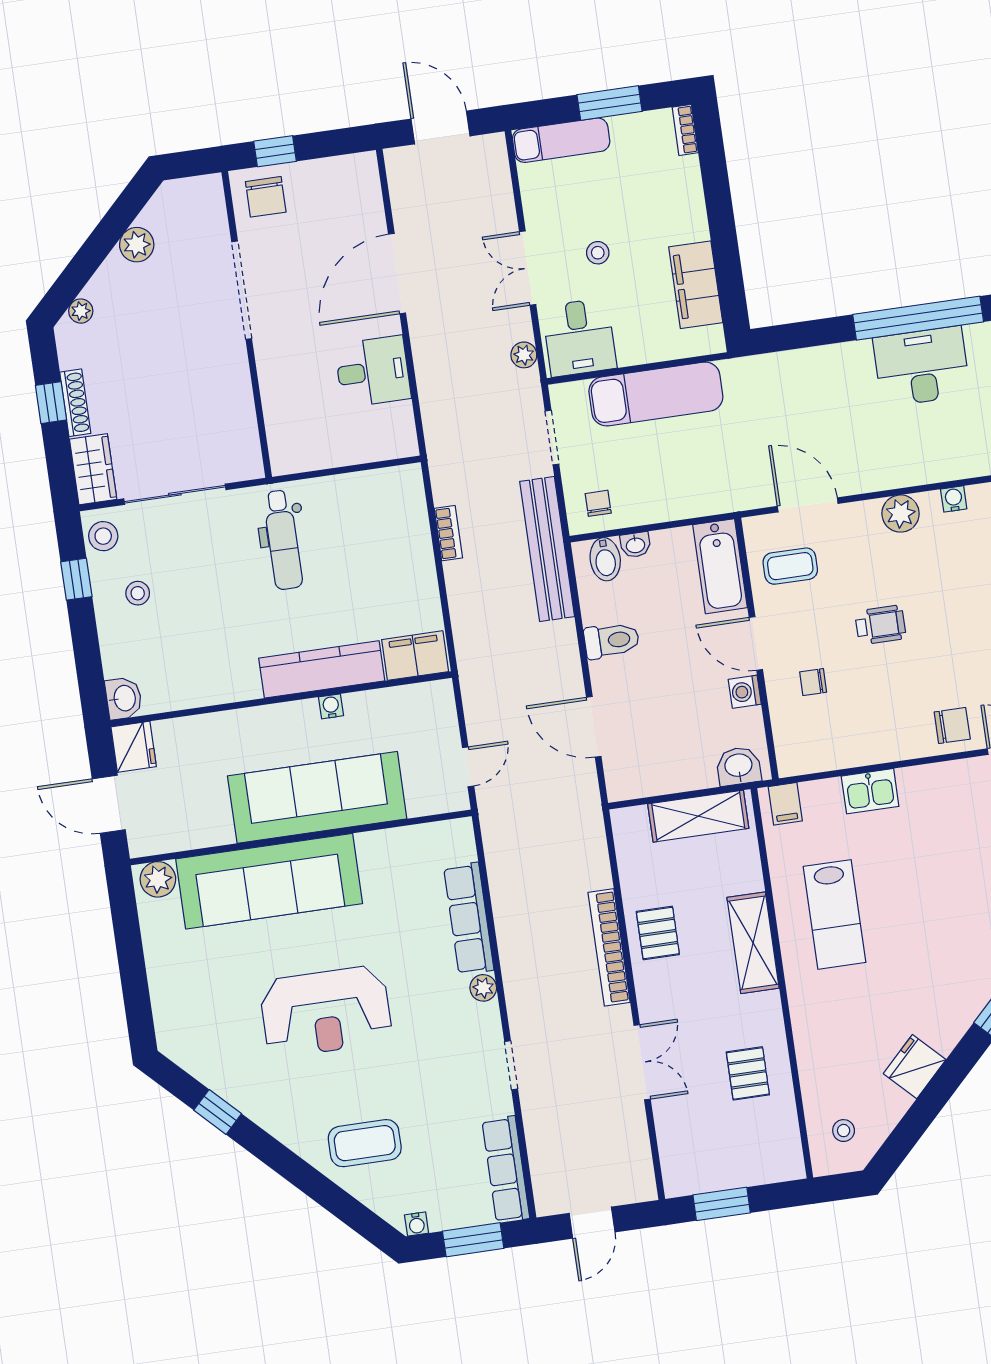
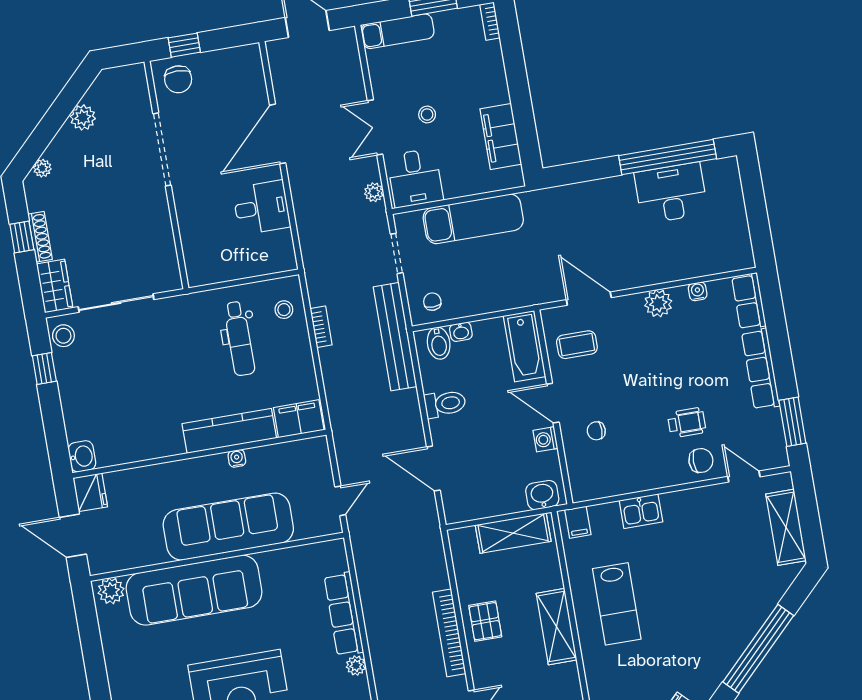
dental chair: (283, 540) -> (239, 338), moved
stool: (138, 593) -> (284, 310), moved
wheelchair: (880, 625) -> (687, 423), moved

